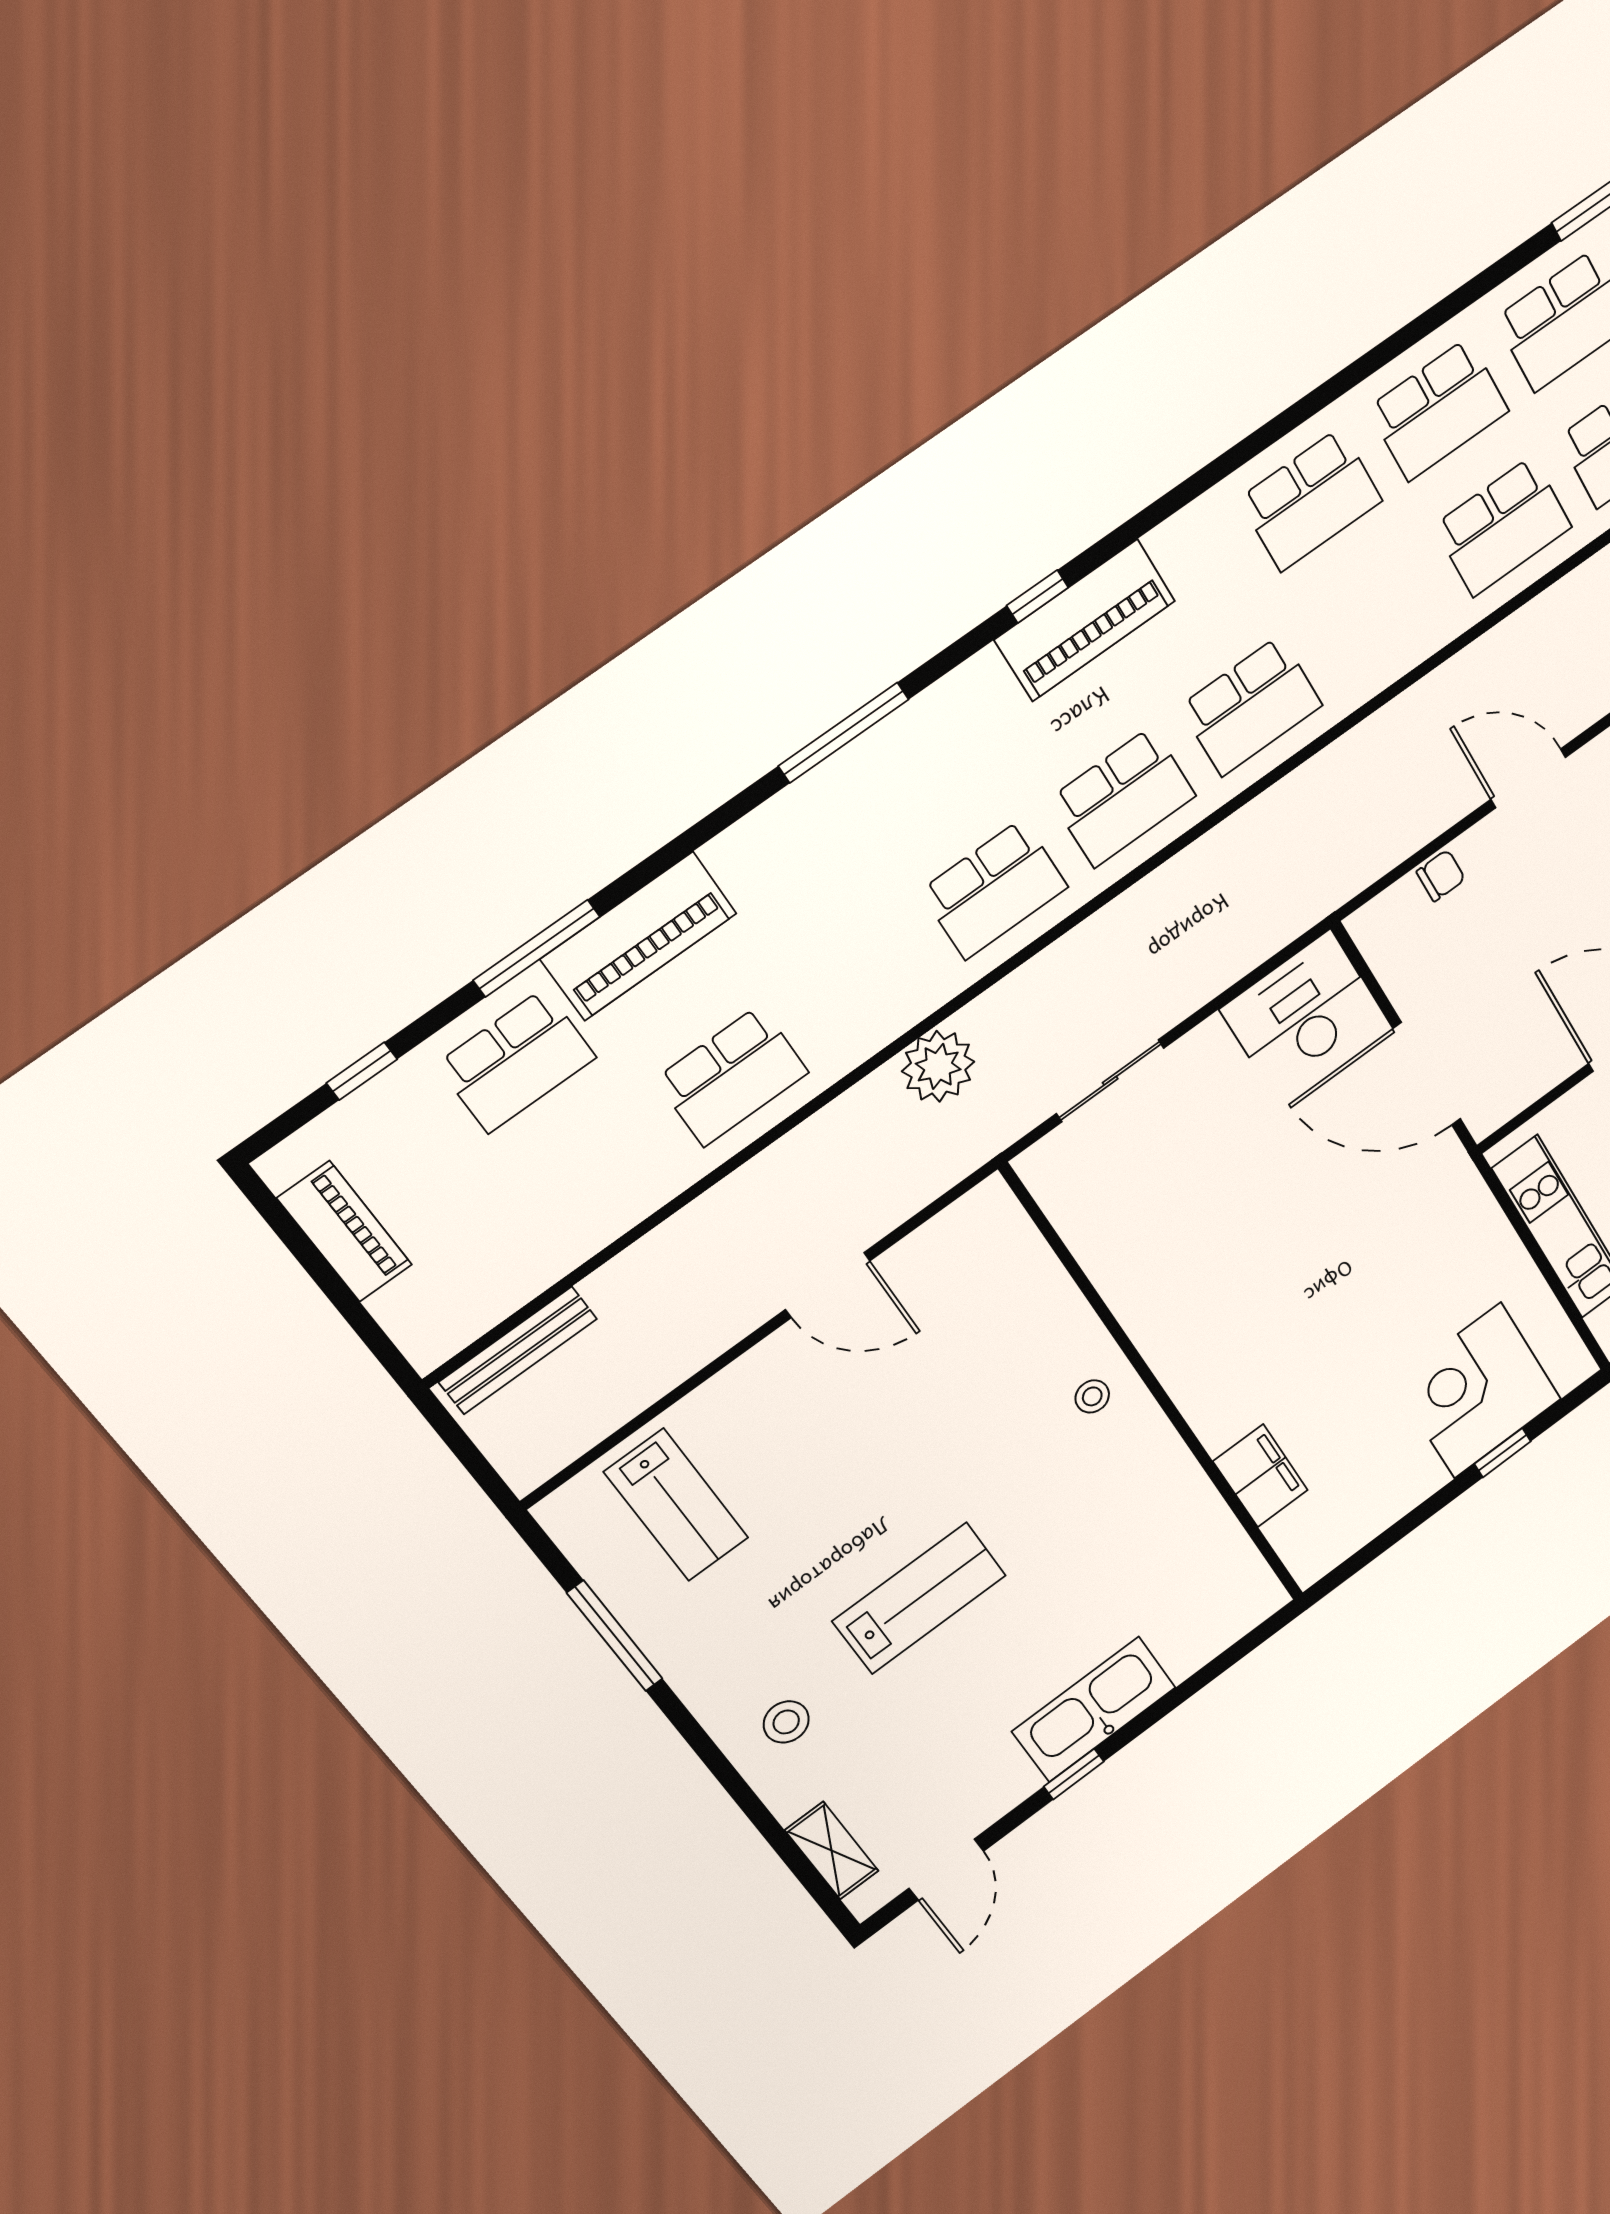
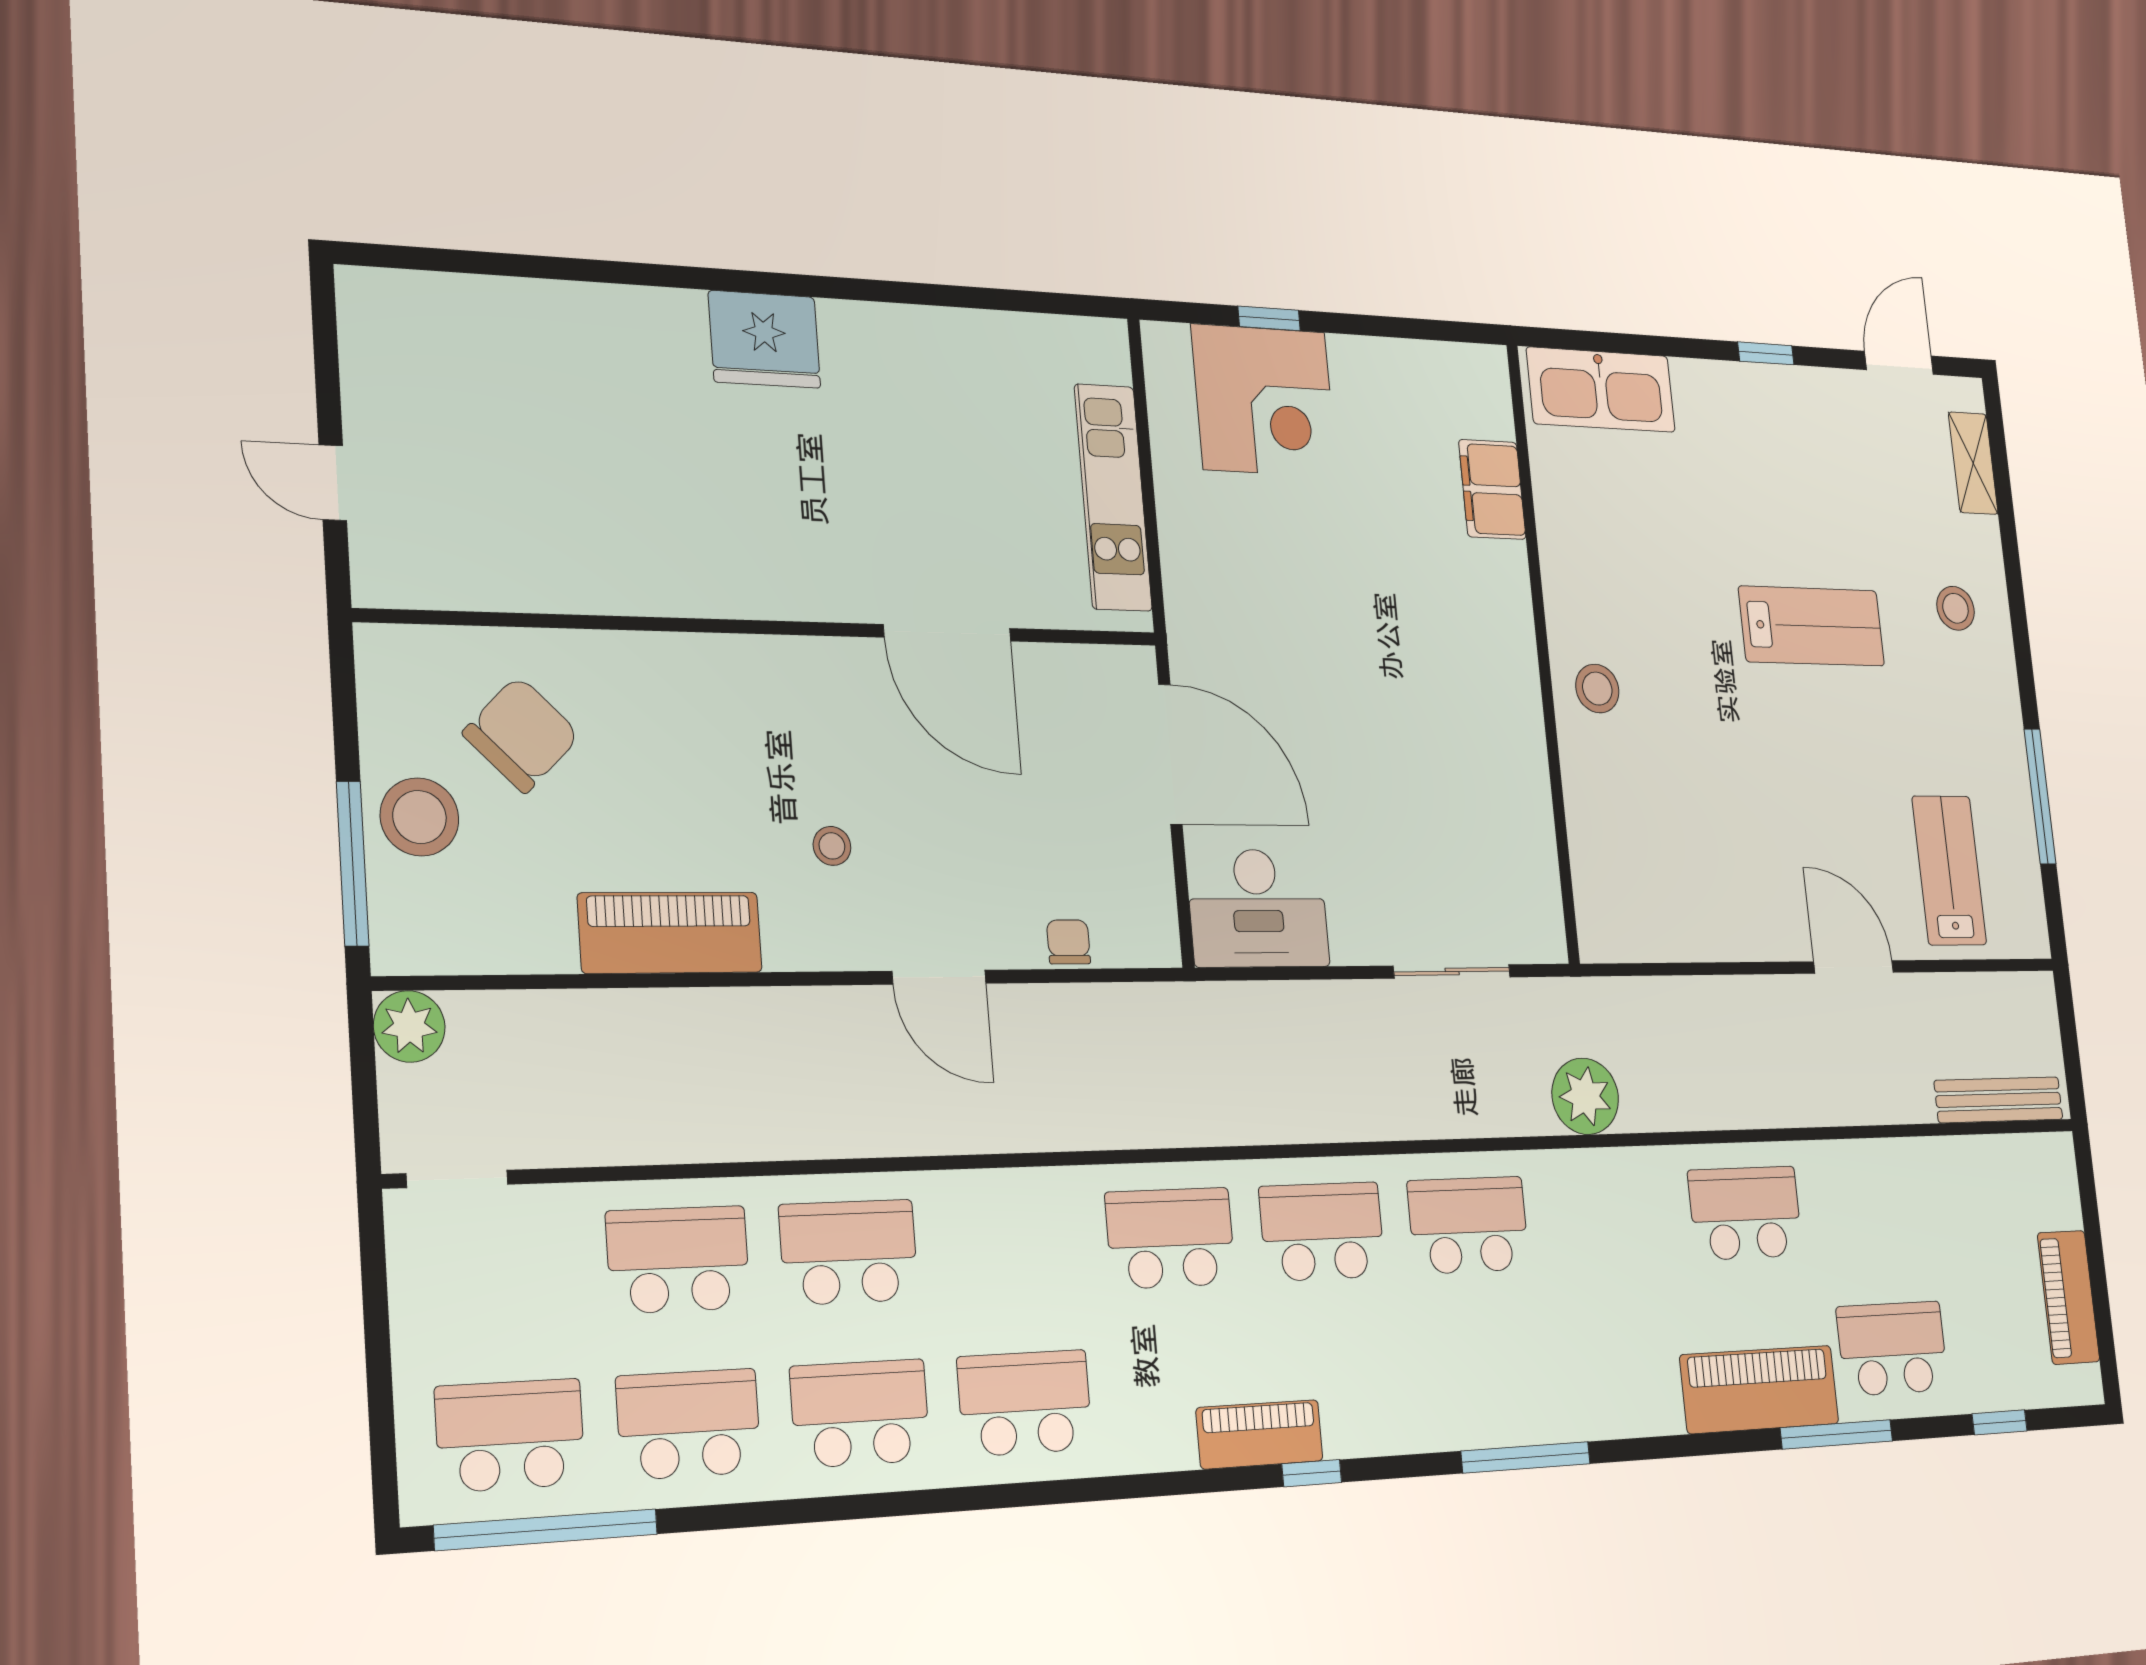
piano: (1085, 620) -> (1260, 1434), width x0.73, depth x0.75
chair: (1441, 876) -> (1069, 942), turned 90
door: (828, 1285) -> (1854, 967), moved
stool: (1092, 1396) -> (1597, 689), width x1.37, depth x1.37
lab bench: (919, 1598) -> (1812, 626), turned 180
kitchen sink: (1094, 1709) -> (1601, 390), moved

